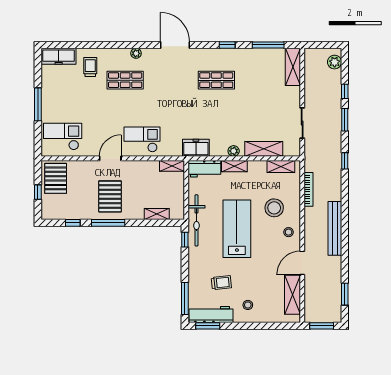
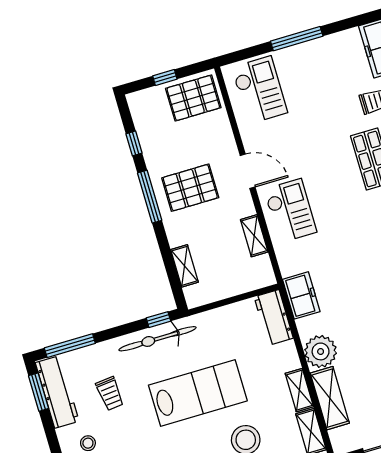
plant: (234, 151) -> (321, 351), width x1.87, depth x1.87
shelving: (172, 166) -> (254, 236), moved
shelving: (234, 166) -> (299, 390), moved
bicycle: (196, 220) -> (158, 339), moved

